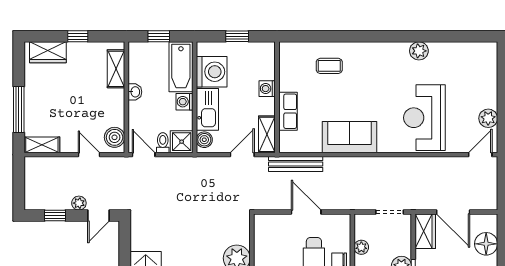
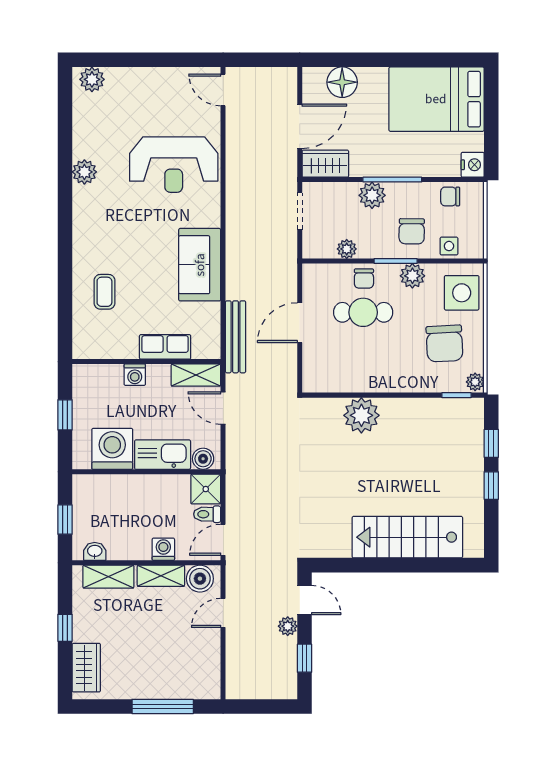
bathtub: (181, 67) -> (106, 490), removed
washbasin: (135, 92) -> (95, 551), moved
washing machine: (184, 102) -> (163, 549), moved, turned 180
plant: (488, 118) -> (92, 79), moved
shelving: (42, 145) -> (161, 576), moved, turned 90

